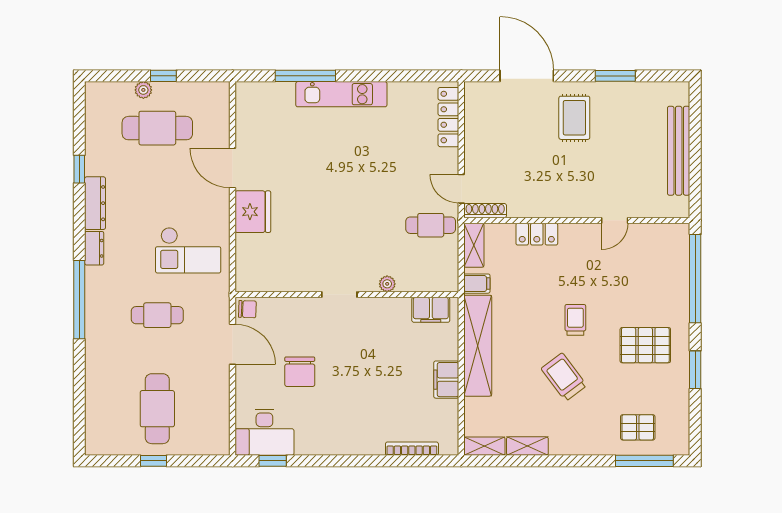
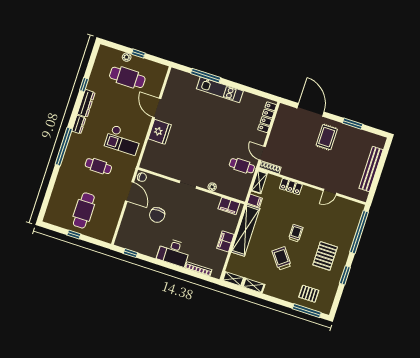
pallet: (645, 345) -> (325, 256), turned 90
desk: (264, 432) -> (174, 252), moved

